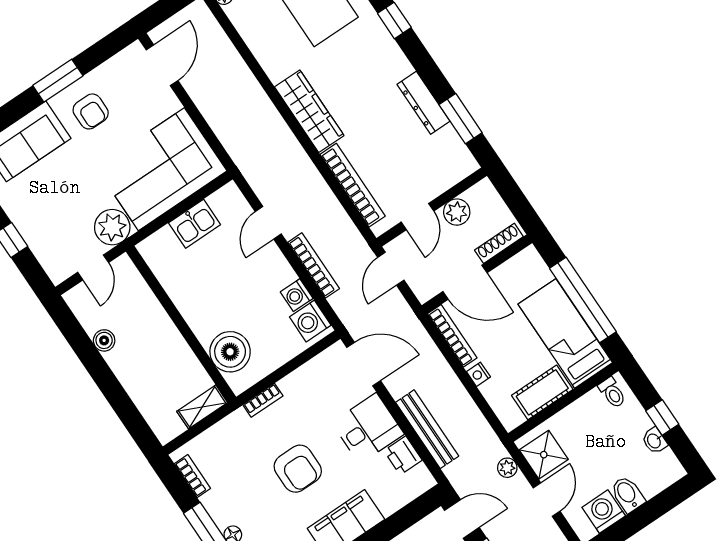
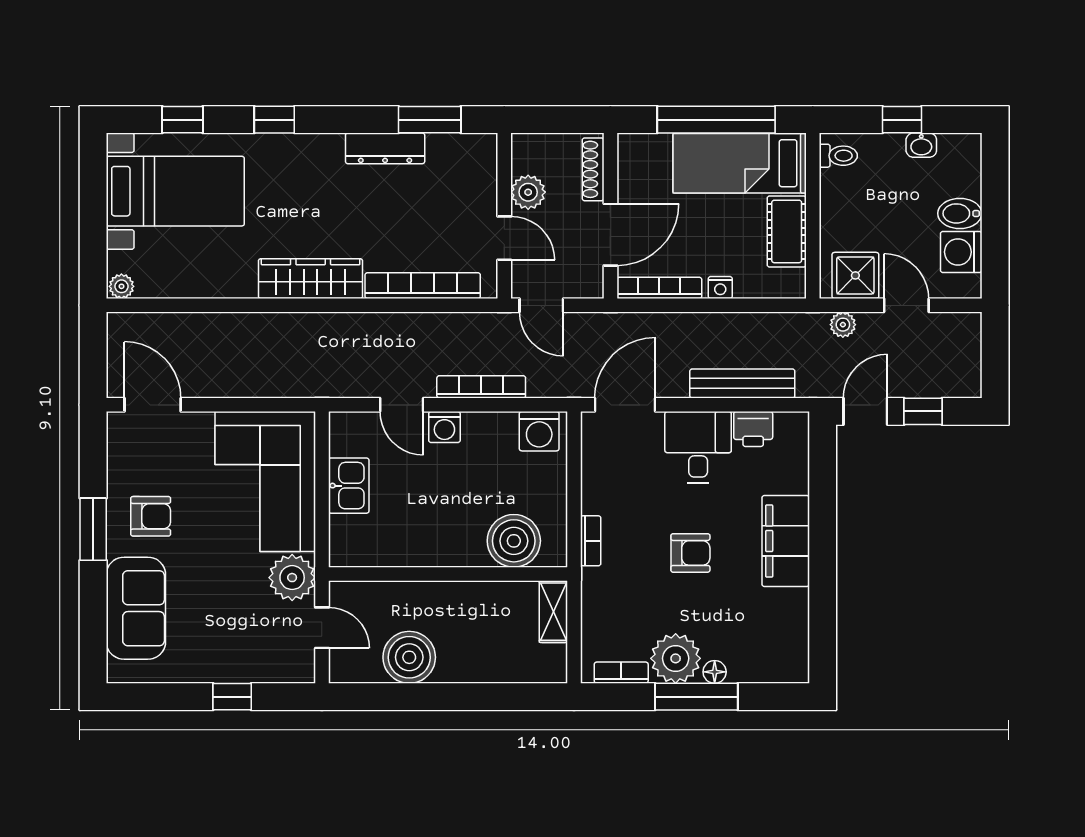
washing machine: (297, 295) -> (444, 427), moved
boiler: (104, 340) -> (409, 657), width x1.86, depth x1.86
armchair: (298, 469) -> (690, 553), width x0.72, depth x0.72
plant: (225, 504) -> (676, 658), added

